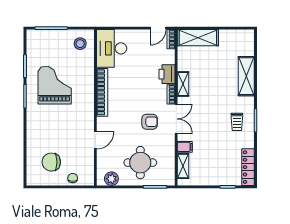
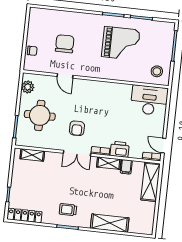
bookcase: (102, 92) -> (109, 87), removed
filing cabinet: (185, 147) -> (126, 167), moved
chair: (51, 162) -> (65, 44), moved

